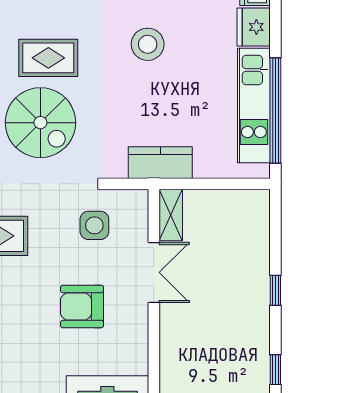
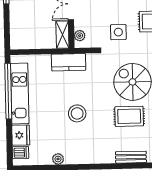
stool: (148, 44) -> (77, 113), moved
plant: (138, 212) -> (80, 36), added
side table: (94, 225) -> (118, 32), moved

